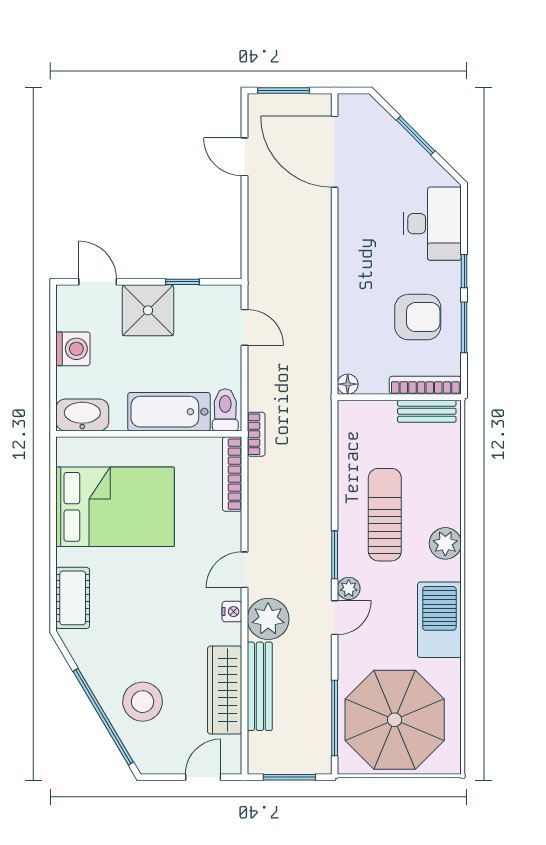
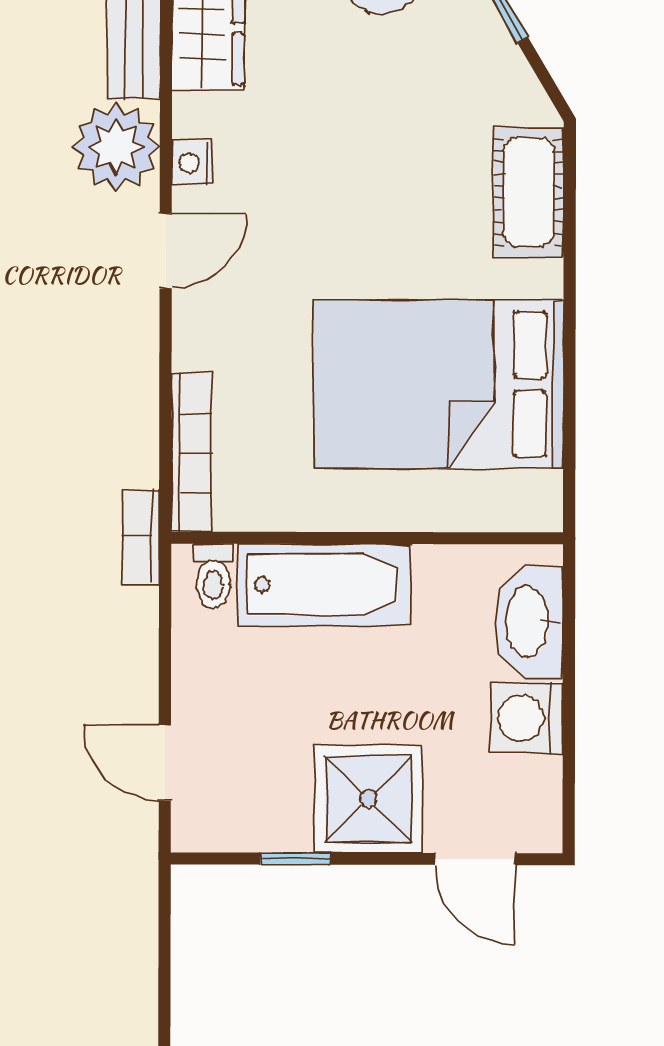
toilet: (225, 410) -> (213, 576), width x0.73, depth x0.72
washbasin: (82, 415) -> (529, 622), moved, turned 90

